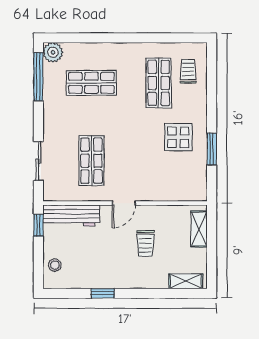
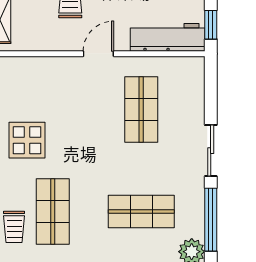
sliding door: (38, 161) -> (211, 151), moved

